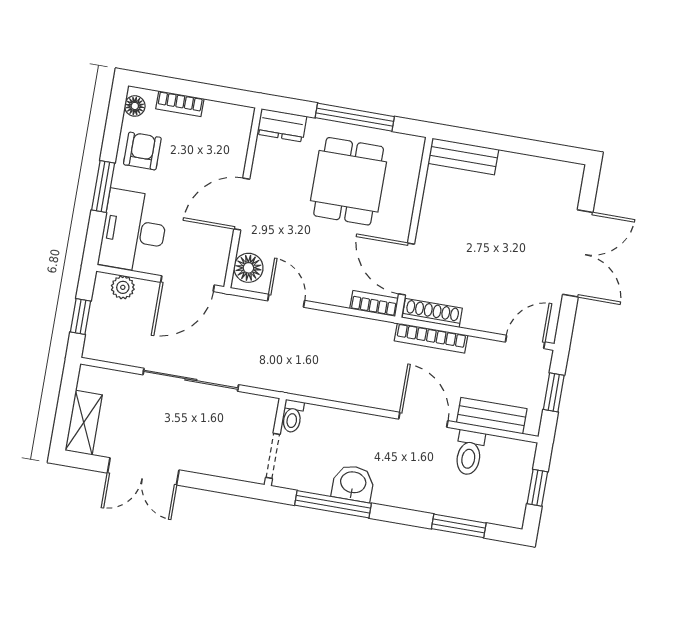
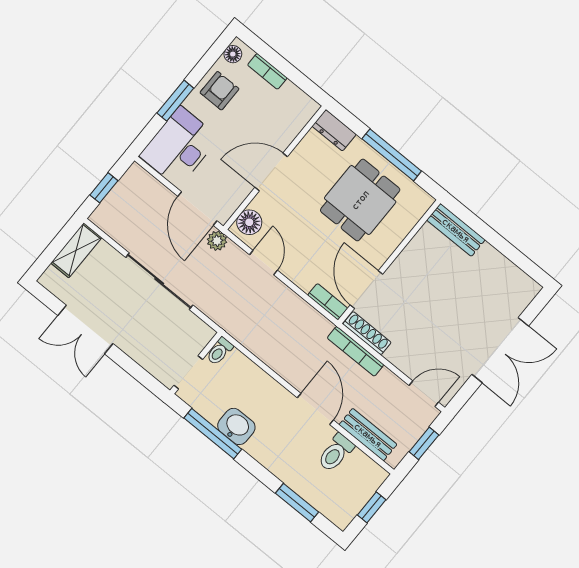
door: (188, 284) -> (197, 208), hinge flipped
plant: (123, 287) -> (217, 241), moved
shelving: (84, 423) -> (76, 250), moved

